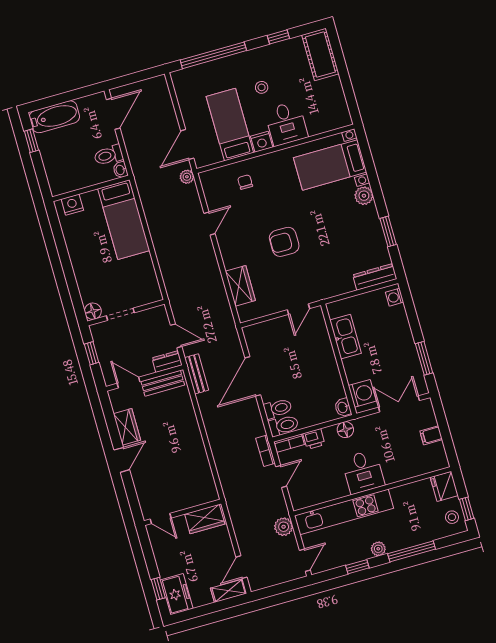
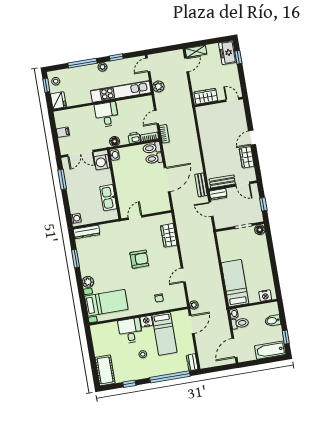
dresser: (180, 83) -> (192, 362), added
bidet: (56, 165) -> (273, 321), added

